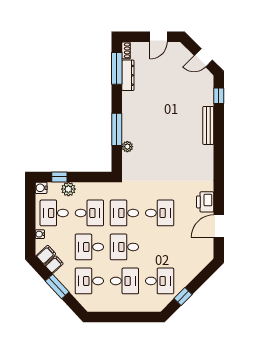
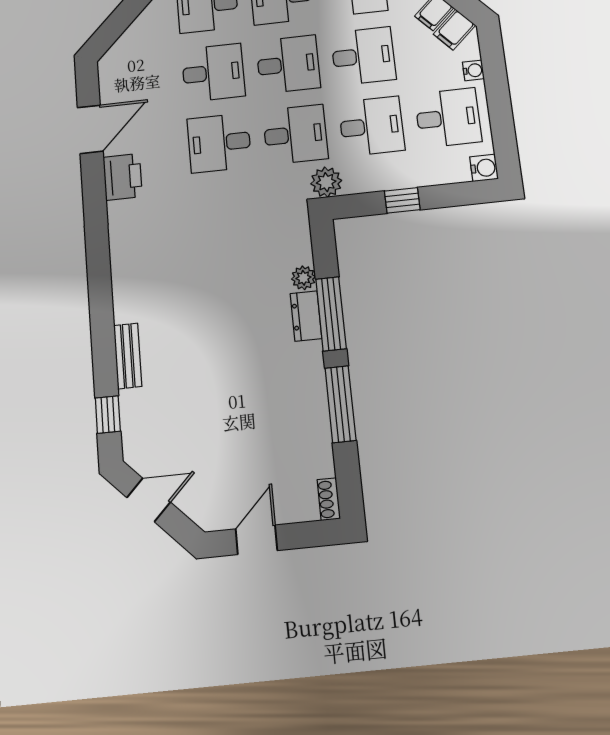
window: (117, 68) -> (340, 404), moved
dresser: (128, 75) -> (306, 316), moved, width x0.70
bench: (208, 125) -> (128, 356), width x0.73
window: (59, 177) -> (402, 200), moved
plant: (68, 189) -> (326, 182), moved
desk: (89, 213) -> (372, 126), turned 180
desk: (160, 247) -> (213, 73), added

